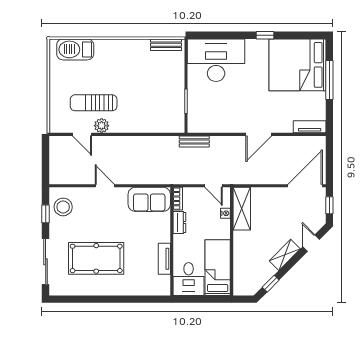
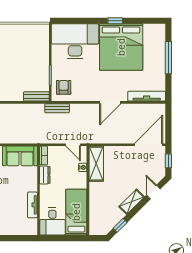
bench: (166, 45) -> (36, 96), moved
bed: (297, 65) -> (121, 47), moved, turned -90
armchair: (202, 116) -> (64, 87), added
tv unit: (310, 127) -> (147, 96), width x1.41

